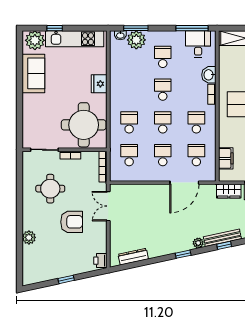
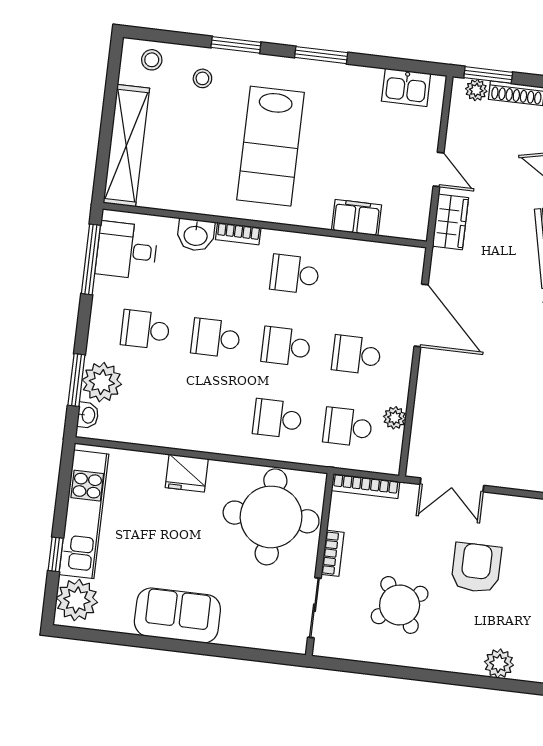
sofa: (33, 73) -> (177, 615), moved
school desk: (196, 155) -> (365, 283), removed
filing cabinet: (226, 158) -> (356, 218), moved
plant: (136, 176) -> (395, 418), added
round table: (50, 189) -> (400, 605), turned -35

